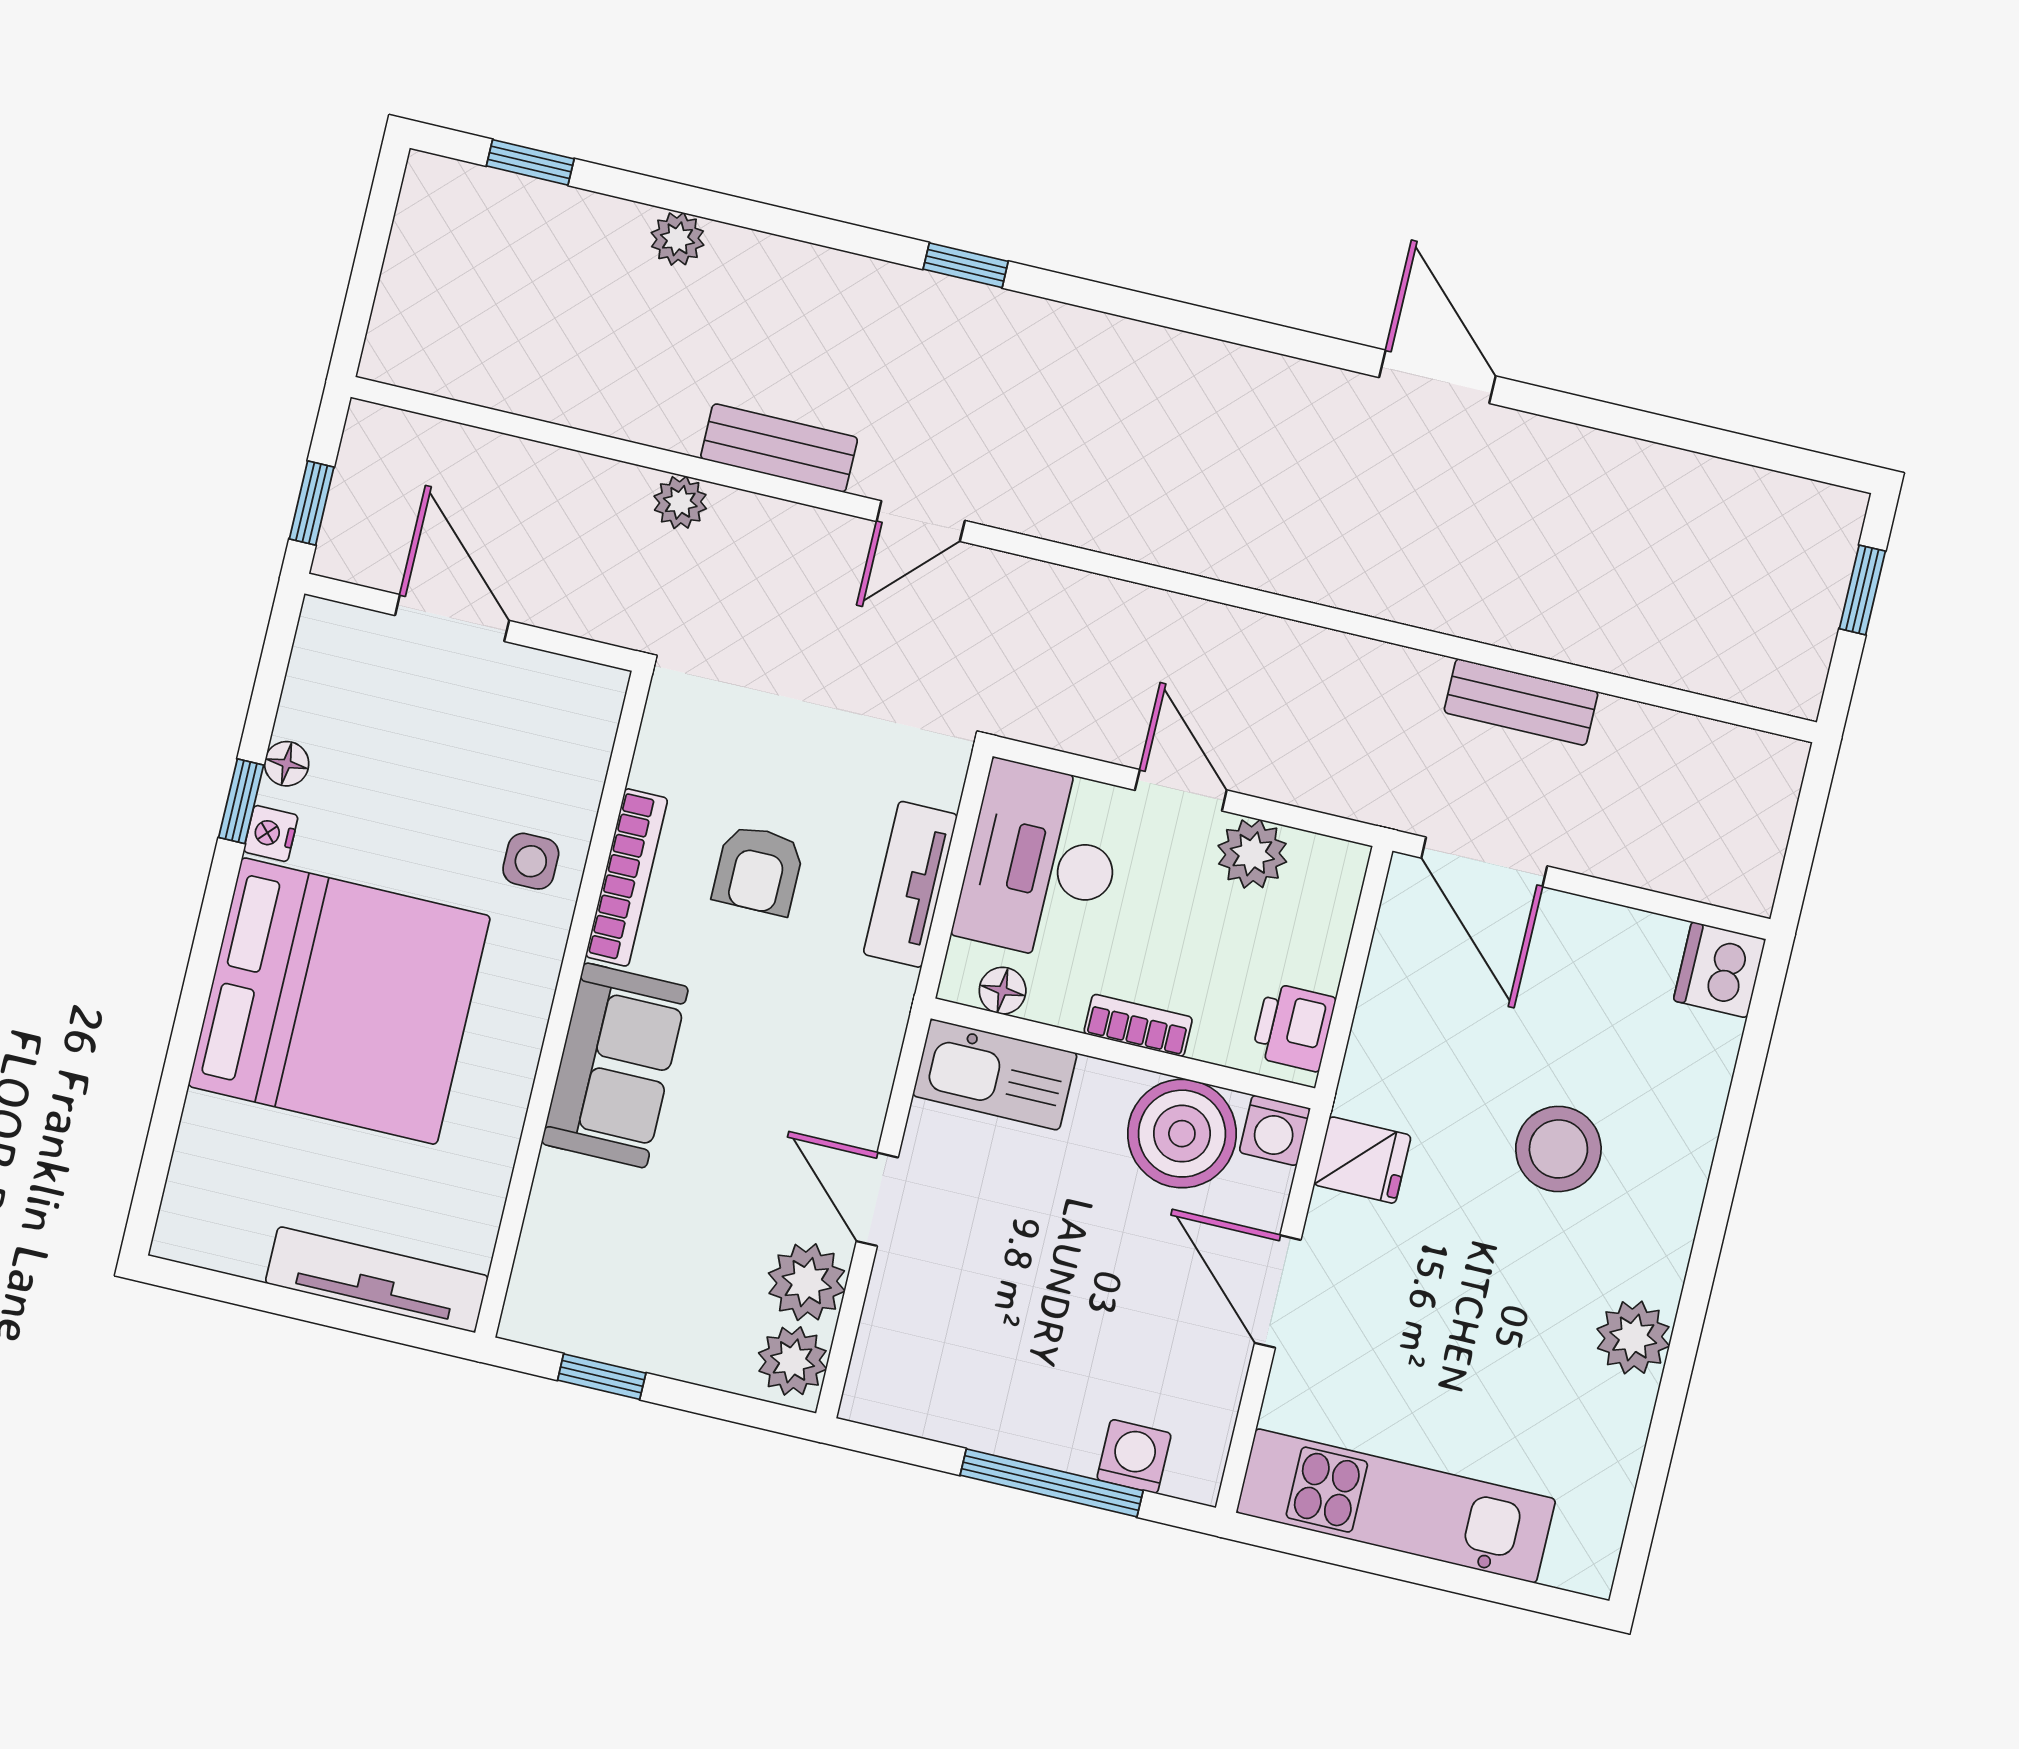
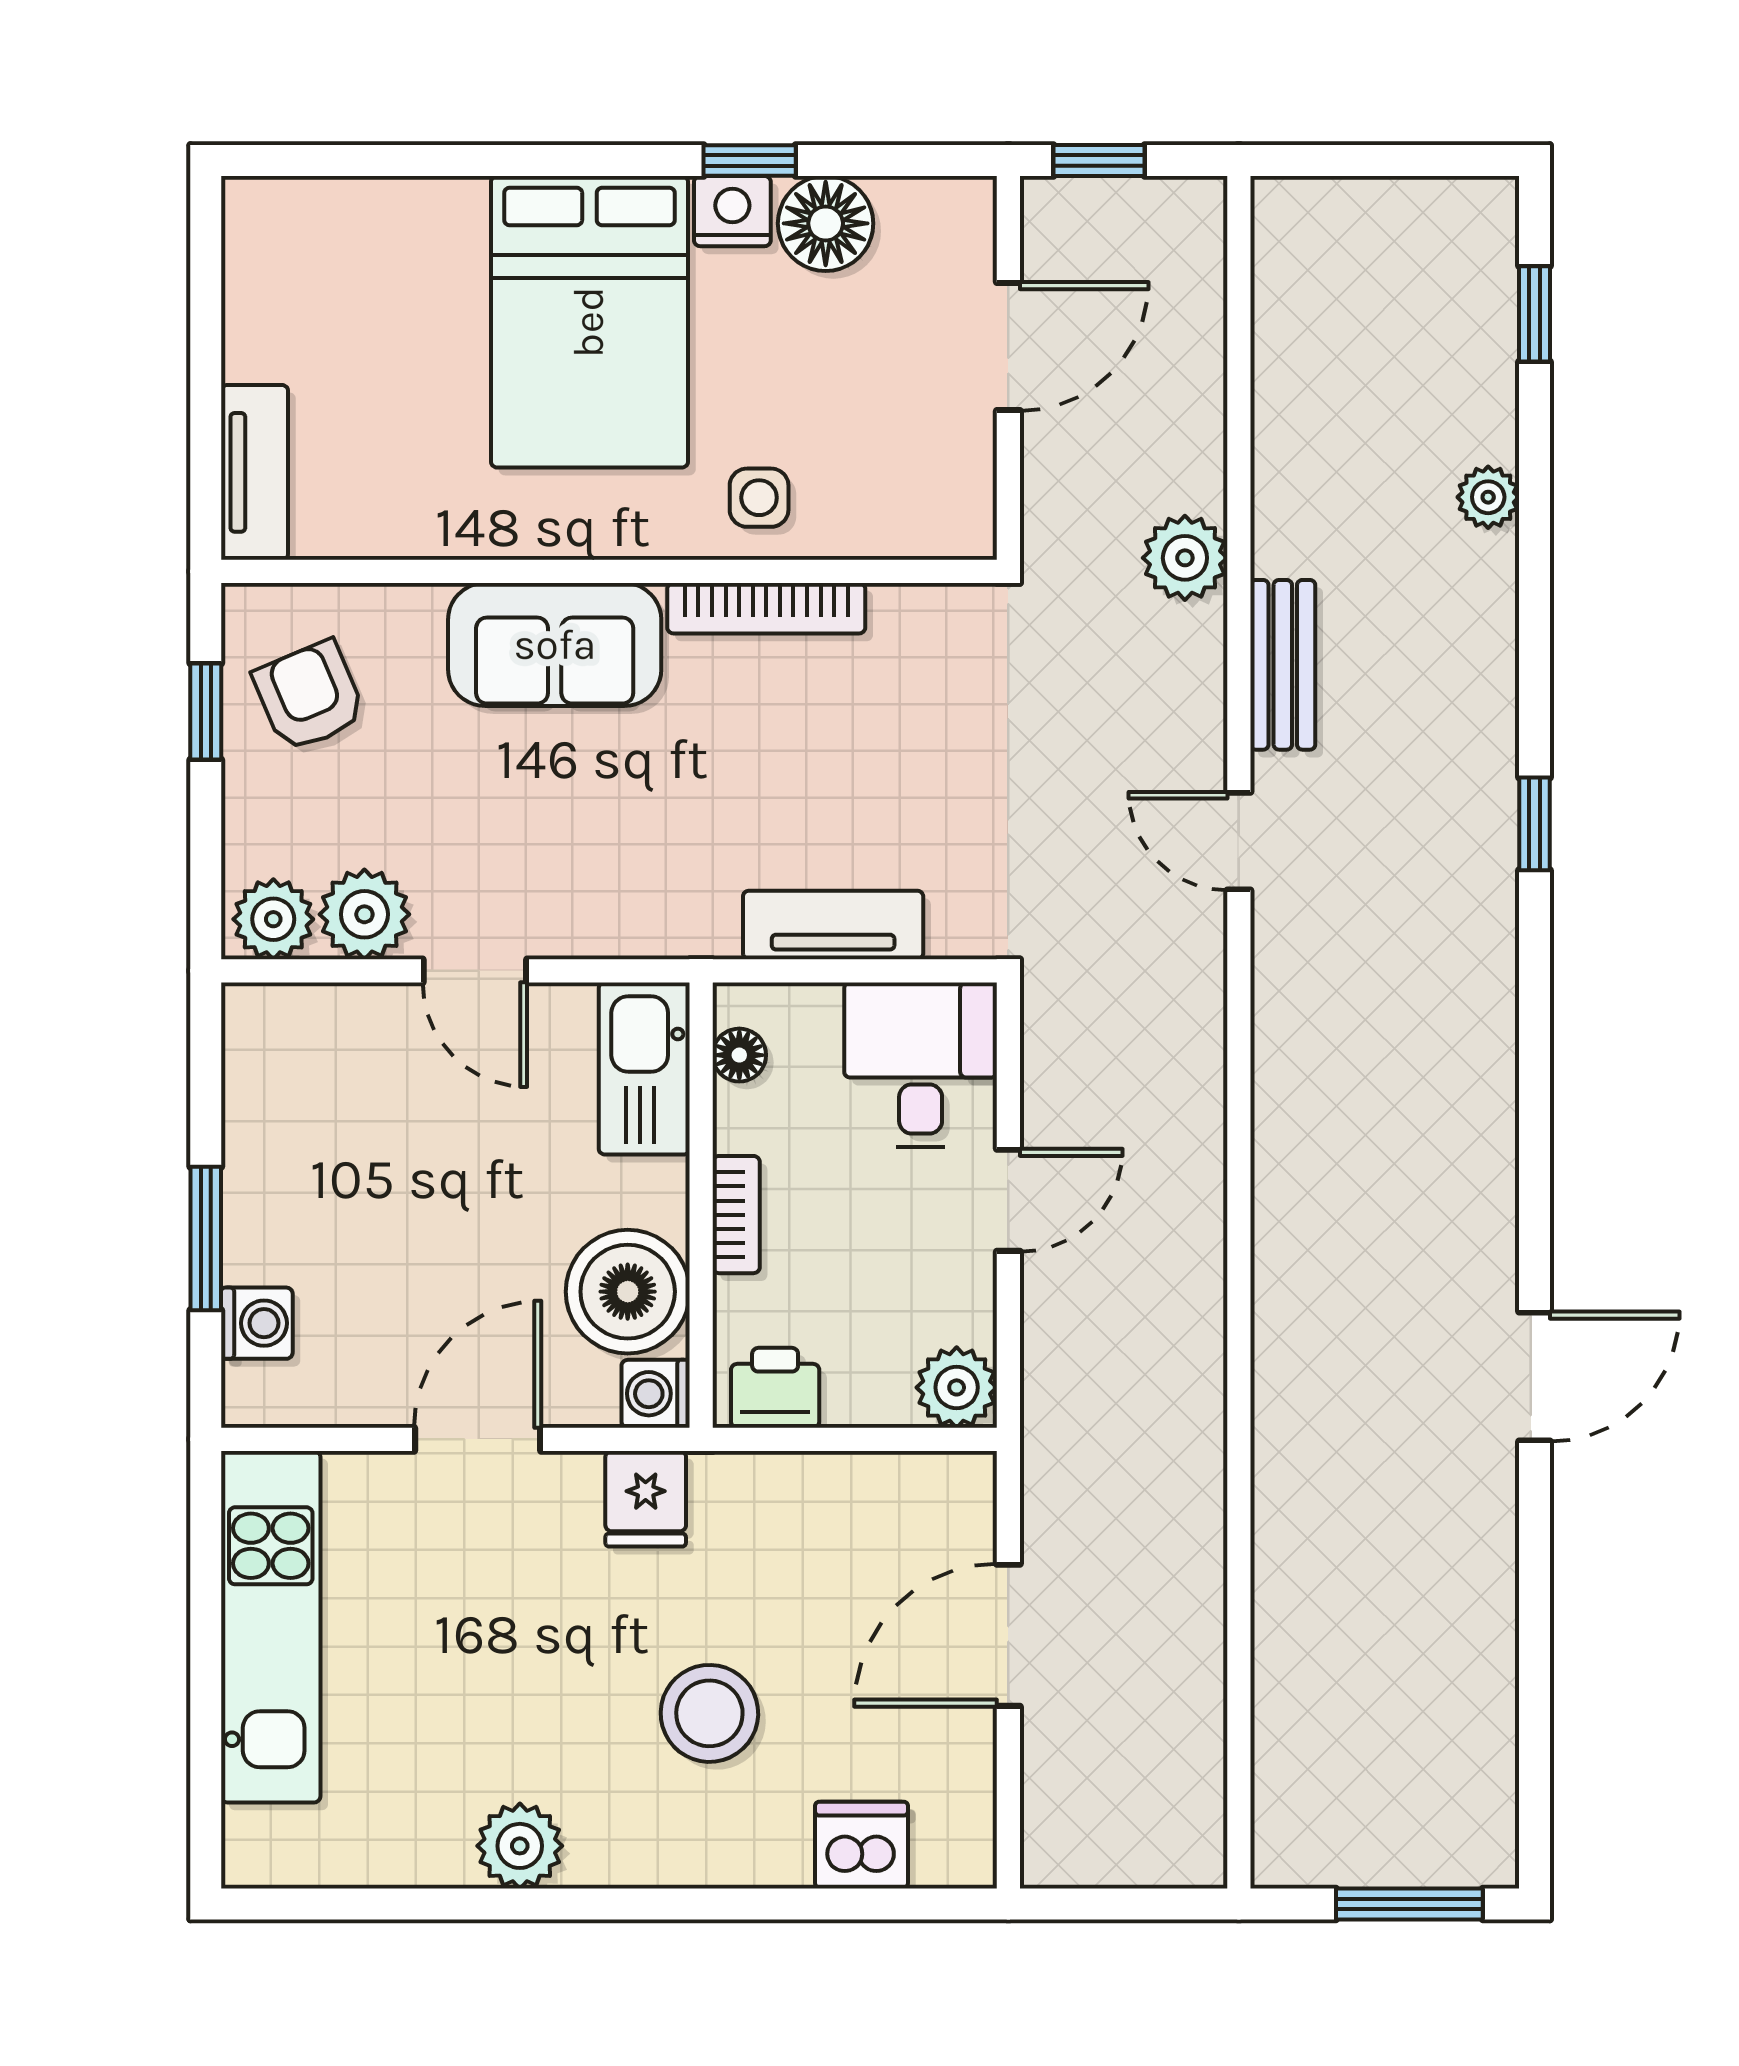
plant: (680, 502) -> (1185, 558), width x1.38, depth x1.38
window: (1862, 590) -> (1409, 1904), width x1.50
bench: (1521, 702) -> (1195, 1555), removed
floor lamp: (287, 764) -> (826, 223), width x1.89, depth x1.89
nightstand: (271, 834) -> (732, 211), width x1.39, depth x1.35
plant: (1252, 854) -> (957, 1387), moved
desk: (1042, 862) -> (921, 1065), width x0.73
door: (1484, 862) -> (1008, 1635), moved
armchair: (758, 870) -> (309, 696), moved, turned 67
dishwasher: (1719, 970) -> (861, 1845), moved
bed: (339, 1001) -> (589, 322), width x0.73
door: (877, 1199) -> (475, 971), swing flipped
tv unit: (377, 1280) -> (255, 472), width x0.71
window: (1052, 1483) -> (206, 1239), width x0.69

